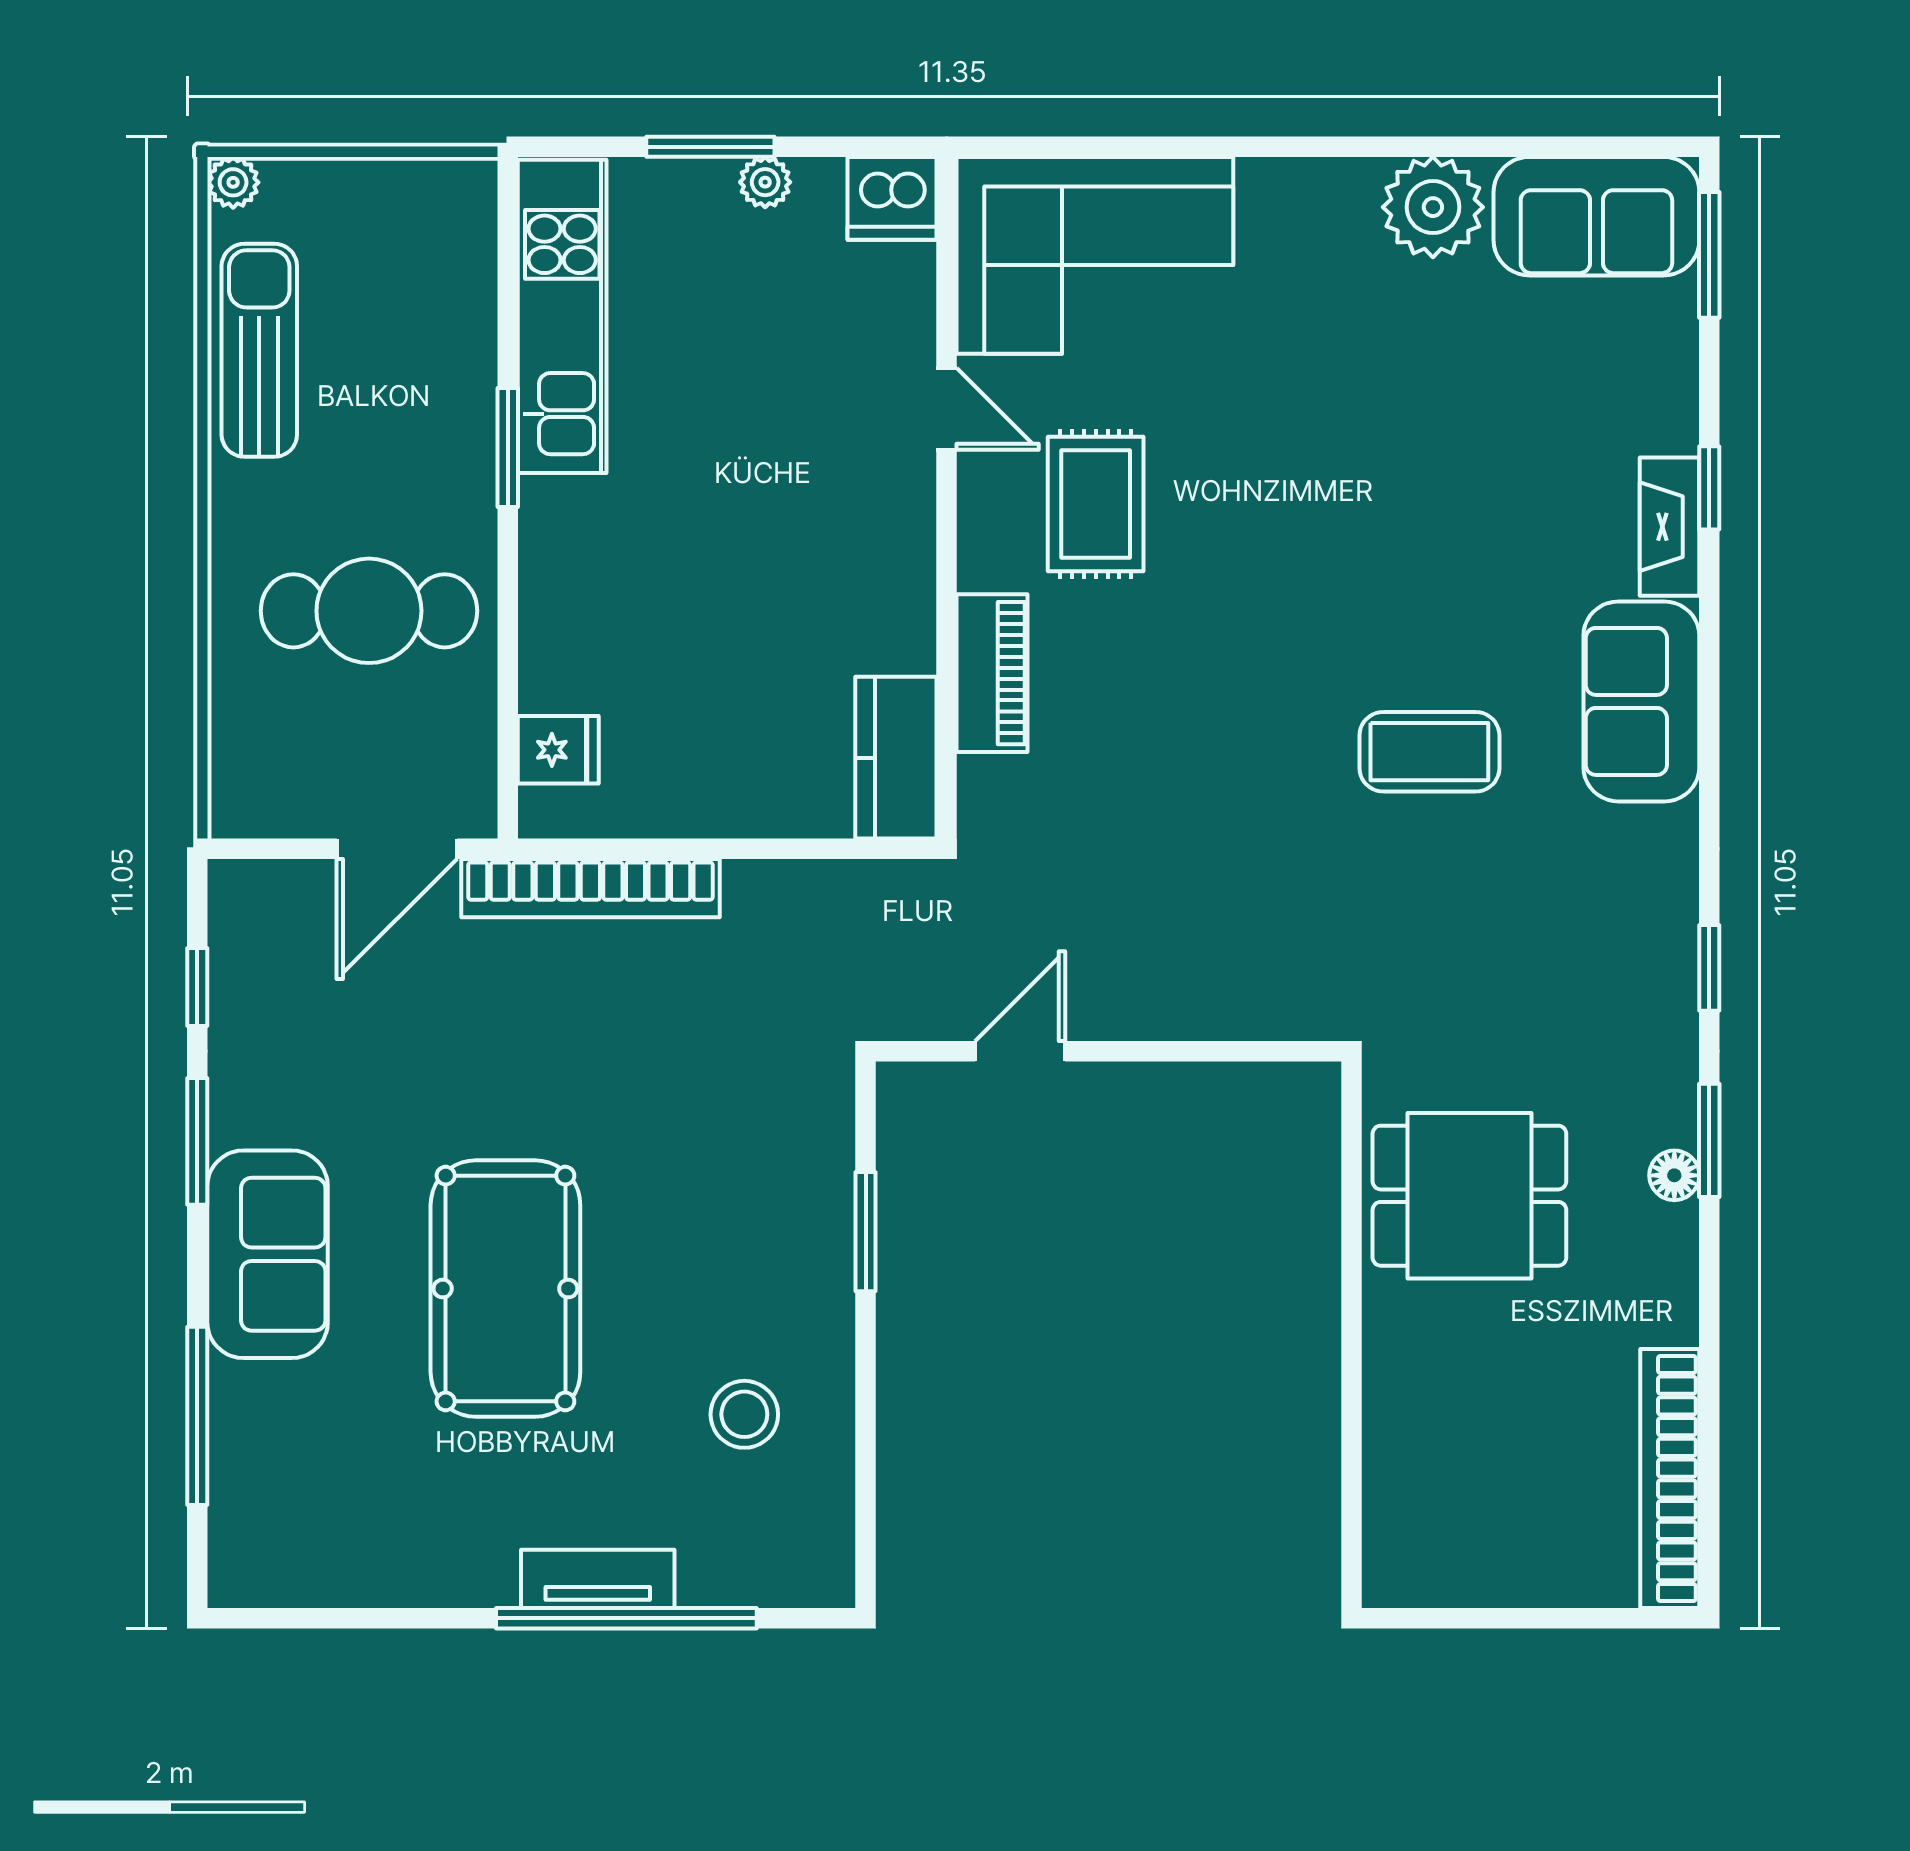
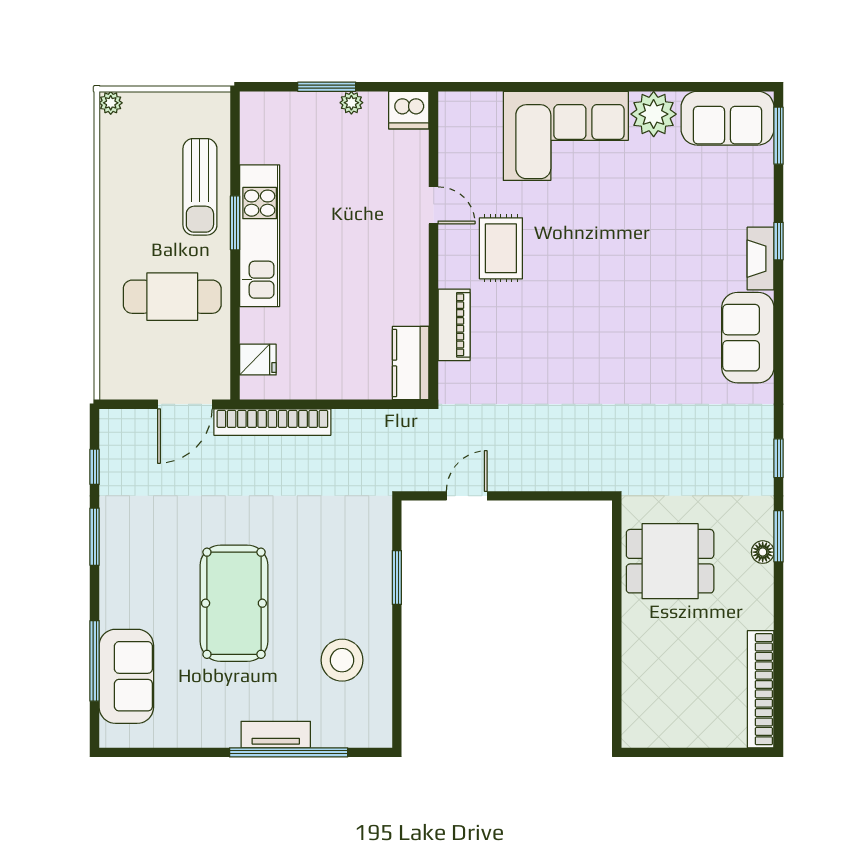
corner sofa: (1095, 255) -> (566, 136), moved
kitchen unit: (562, 316) -> (260, 236), moved
sun lounger: (259, 350) -> (200, 187), moved, turned 180
coffee table: (1429, 752) -> (652, 360), removed
sofa: (268, 1254) -> (126, 676), moved
stool: (744, 1414) -> (342, 660), width x1.38, depth x1.38

